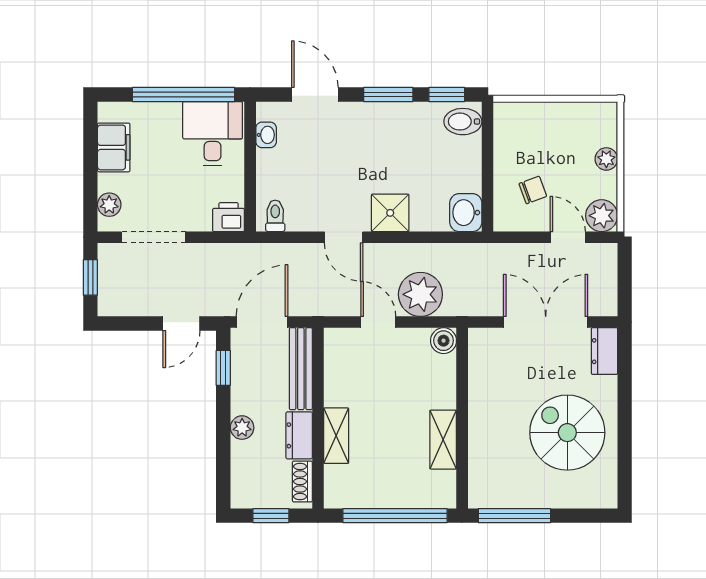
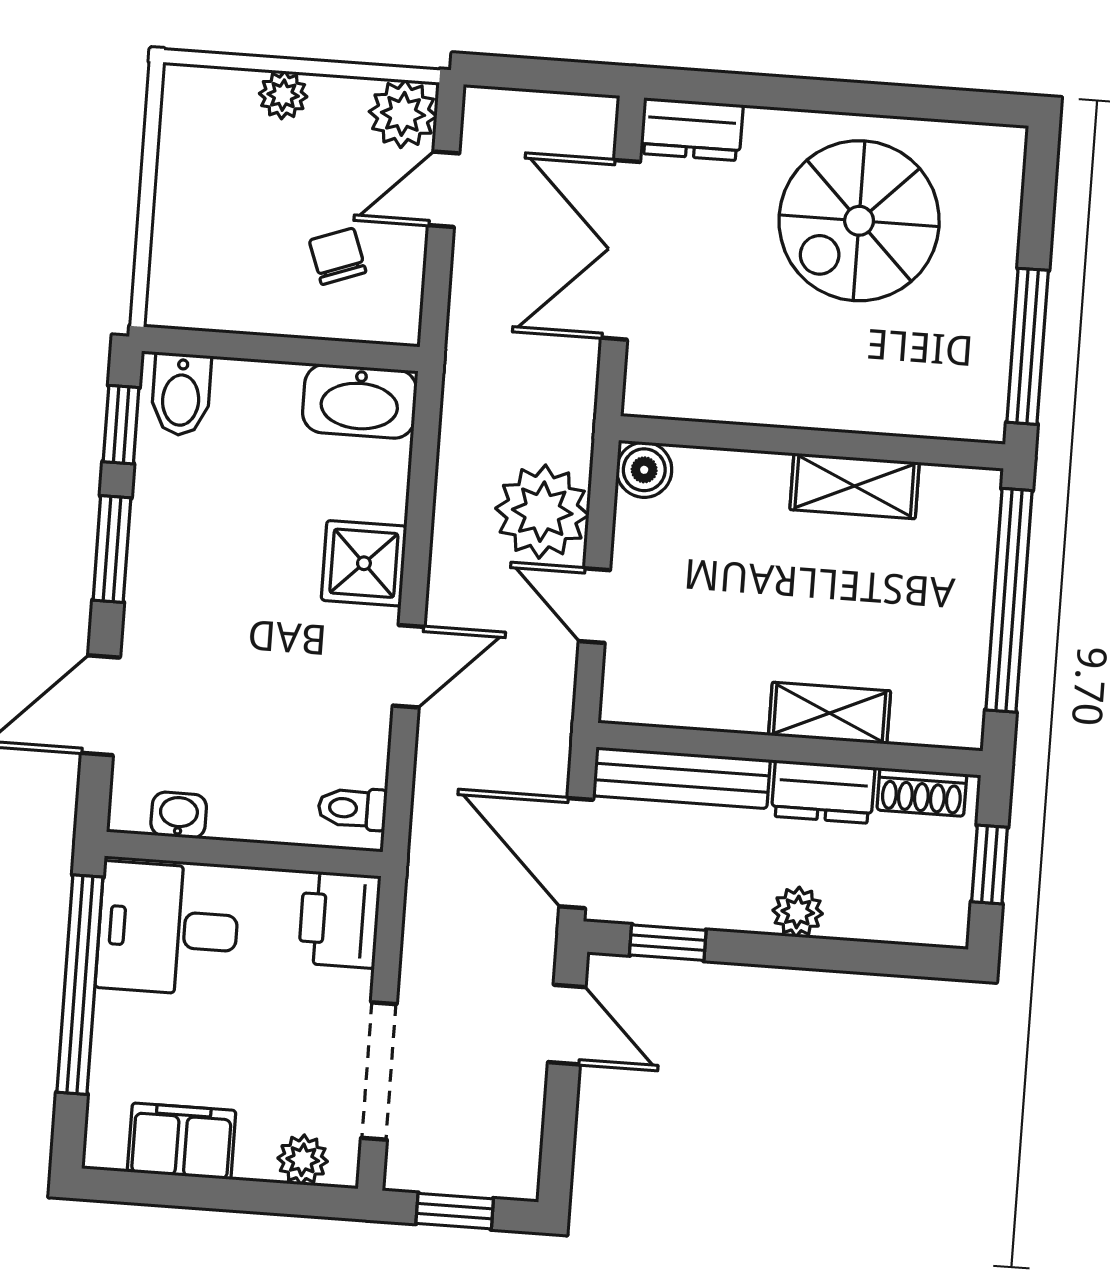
washbasin: (466, 213) -> (360, 401), width x1.38
printer: (229, 217) -> (339, 920), width x1.36, depth x1.24
door: (378, 322) -> (594, 606), hinge flipped

